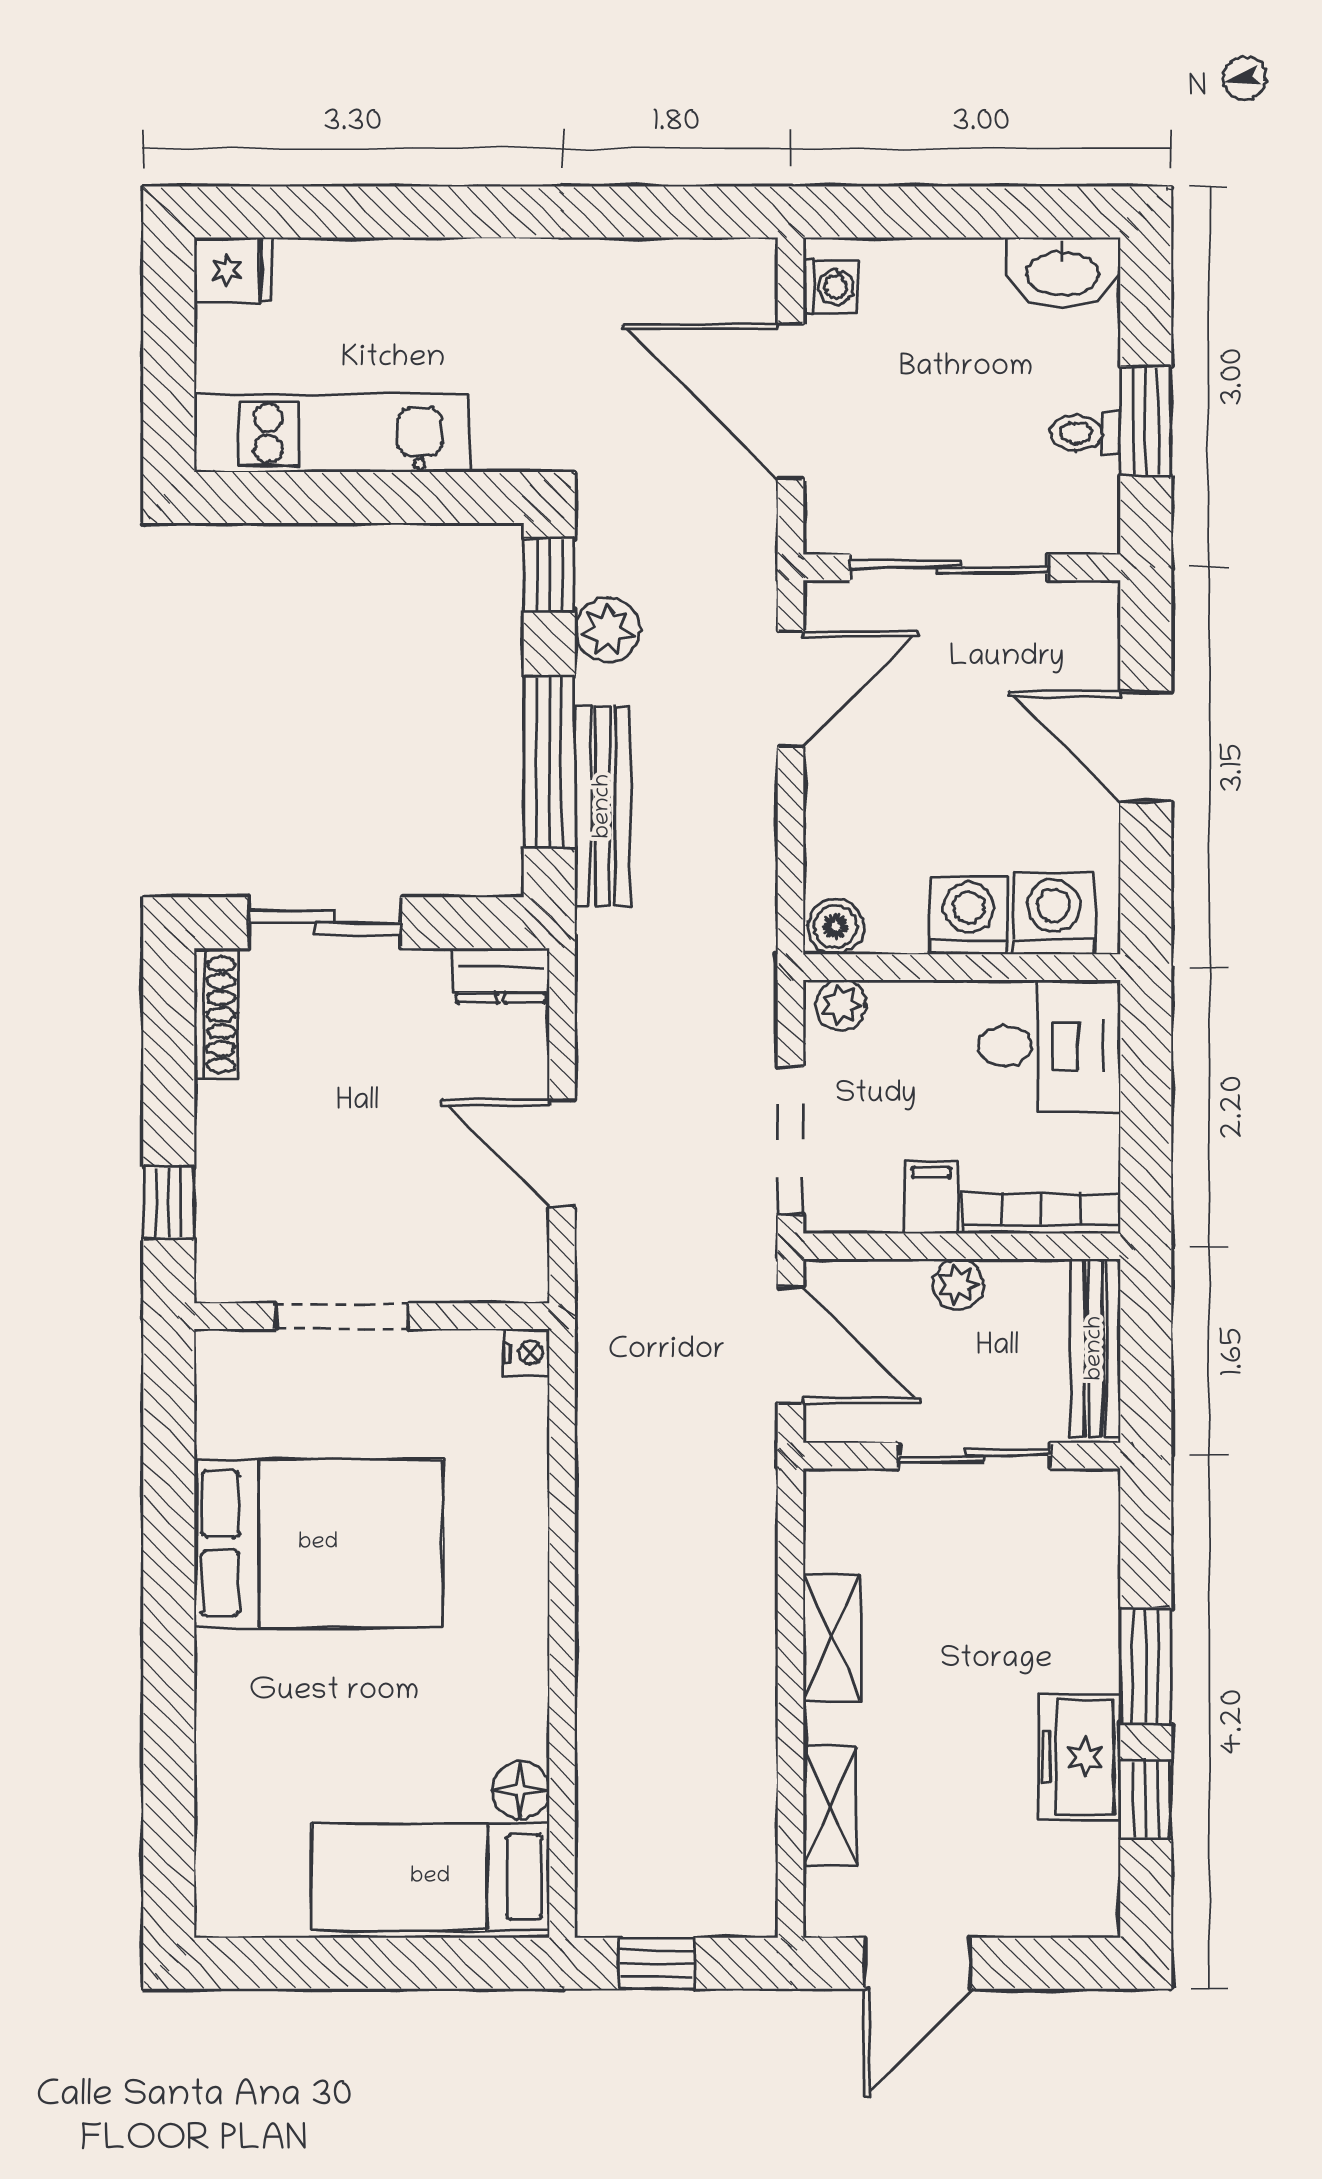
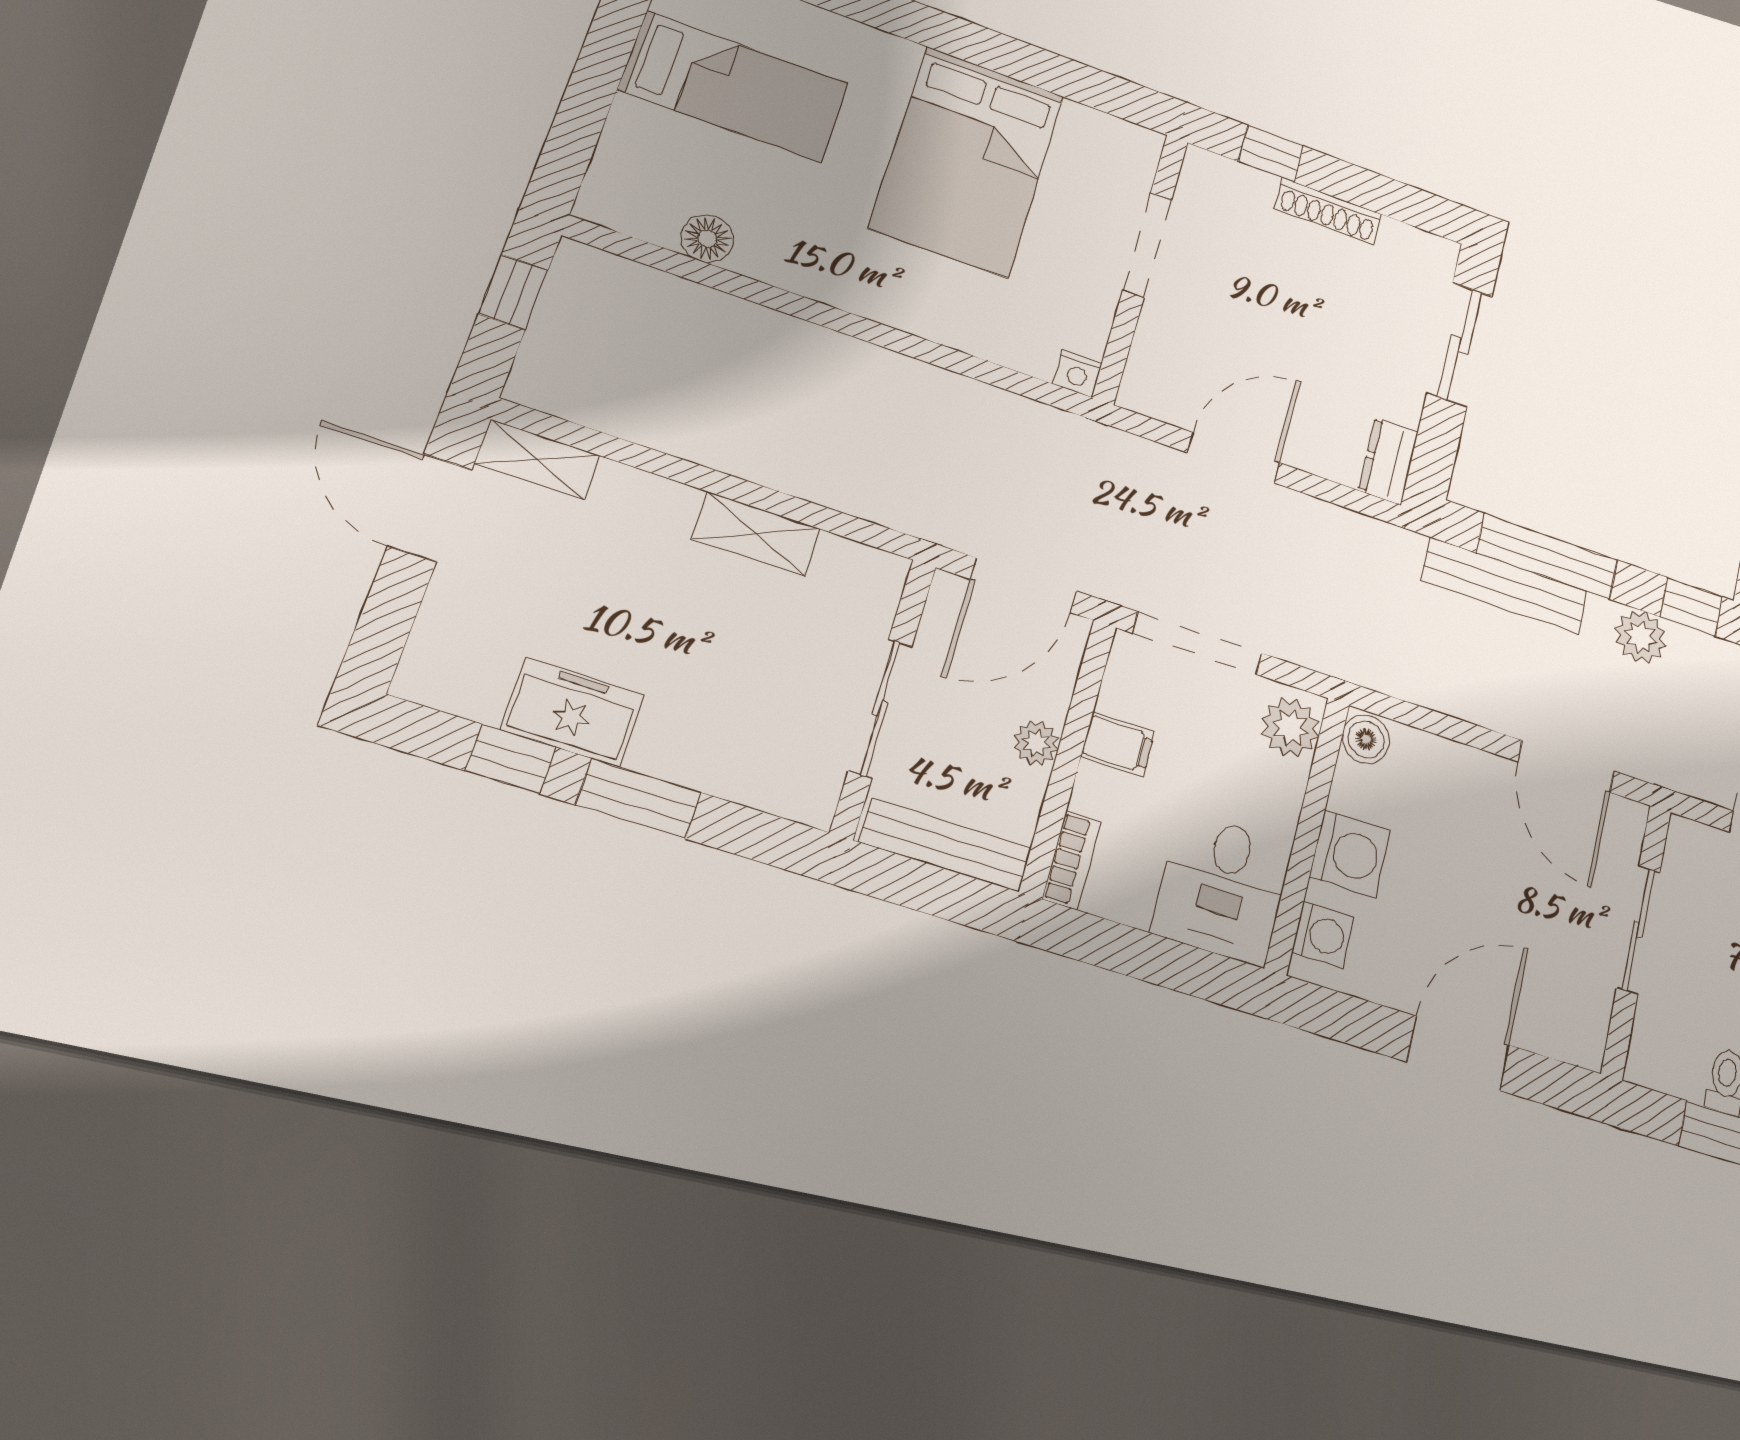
sliding door: (949, 567) -> (1638, 930), width x0.73
washing machine: (1054, 914) -> (1323, 935), width x0.73, depth x0.73
plant: (841, 1005) -> (1290, 728), width x1.38, depth x1.38
shoe rack: (216, 1015) -> (1328, 211), moved
bookcase: (1042, 1213) -> (1072, 860), width x0.64
shelving: (830, 1806) -> (537, 460), moved
bed: (430, 1877) -> (734, 87), moved, turned 90

